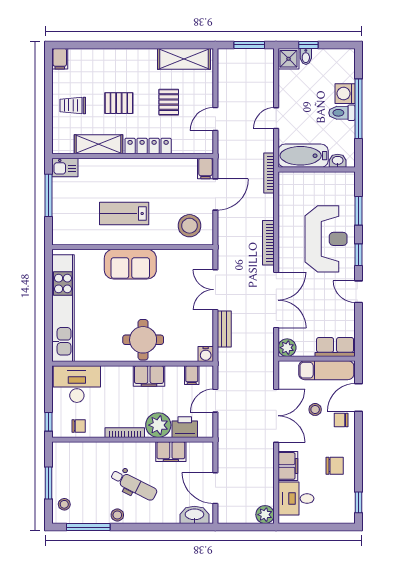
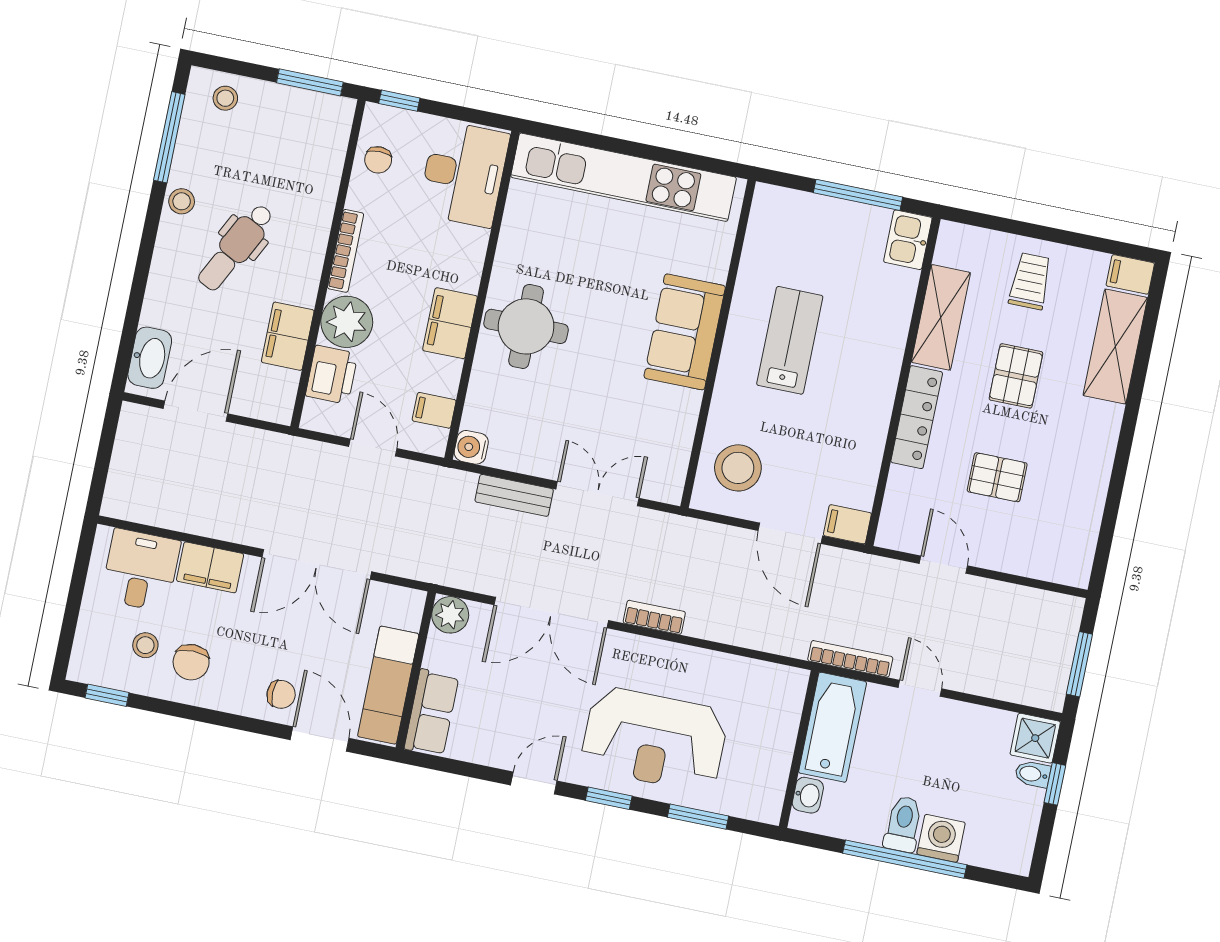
shelving: (184, 59) -> (1115, 347), moved
bookcase: (269, 173) -> (850, 659), moved
bookcase: (268, 243) -> (654, 617), width x0.64
stool: (315, 409) -> (145, 645), moved
chair: (341, 420) -> (281, 694), turned 90
window: (49, 483) -> (310, 82), moved
plant: (265, 515) -> (121, 501), removed

